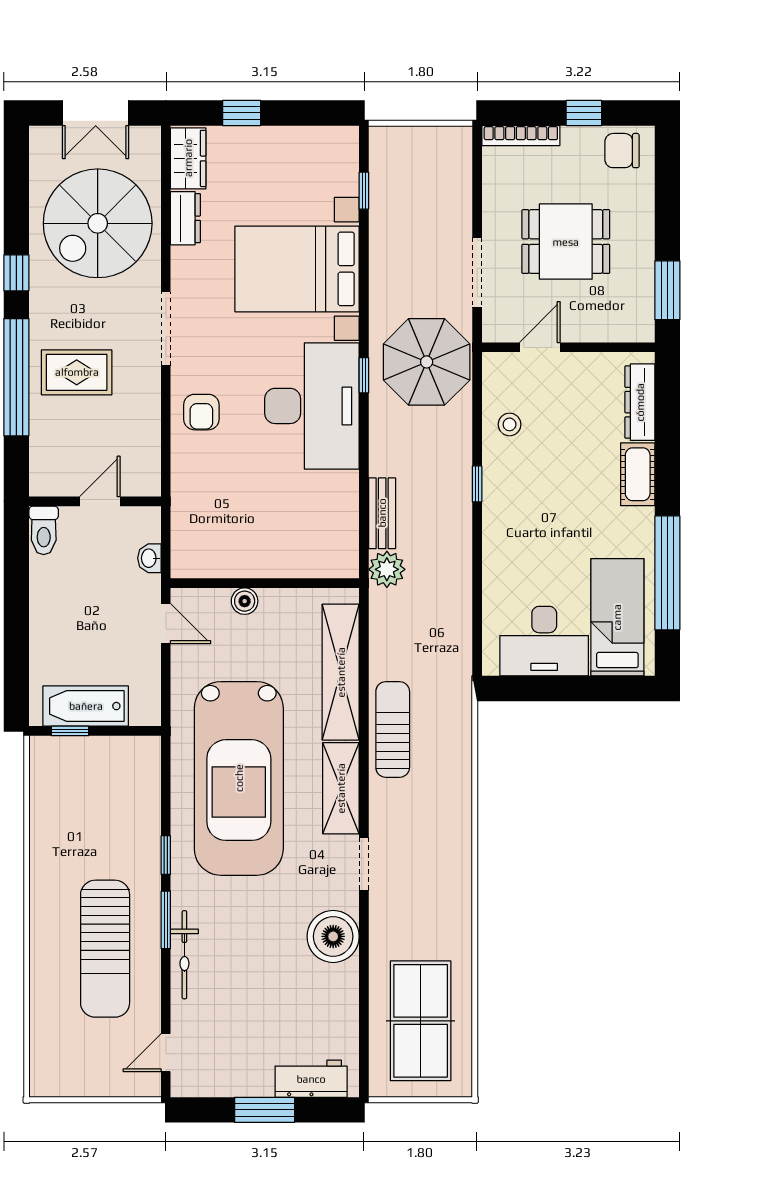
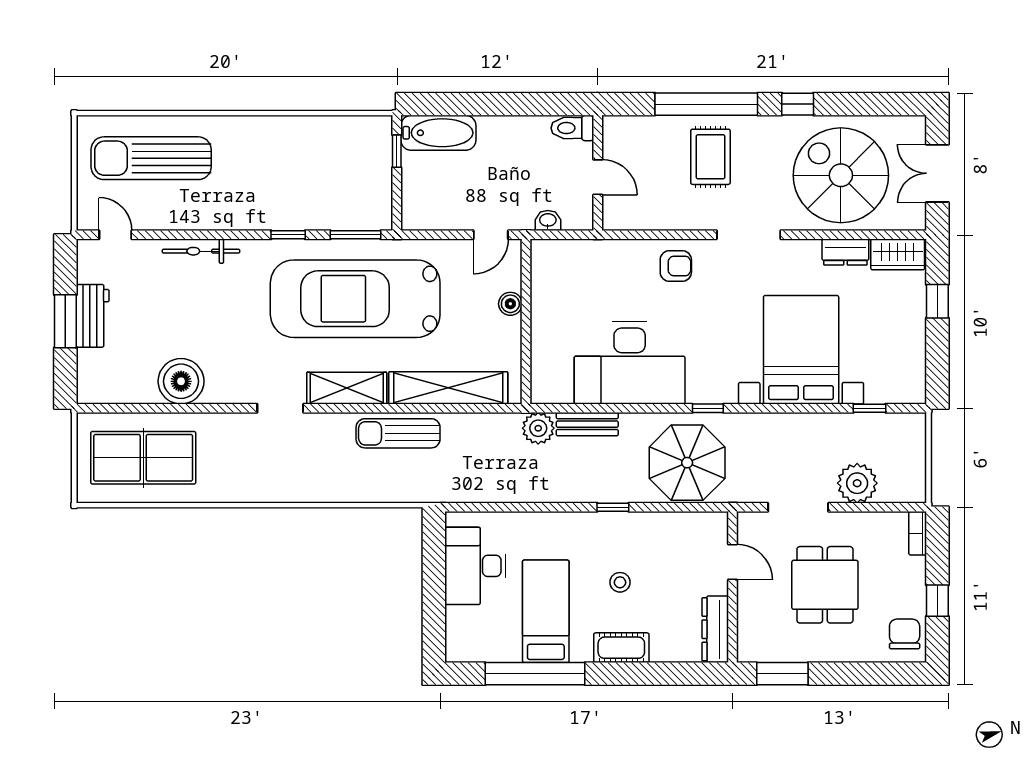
bookcase: (521, 136) -> (918, 533), width x0.64
plant: (450, 205) -> (857, 483), added
parasol: (427, 362) -> (687, 463), moved
dresser: (640, 402) -> (715, 629), moved, turned -90
desk: (312, 406) -> (630, 363), moved
armchair: (201, 412) -> (676, 266), turned 180
stool: (510, 424) -> (620, 582), moved
bed: (617, 617) -> (546, 611), moved, turned -90
bathtub: (86, 706) -> (438, 133), moved, turned 90
sun lounger: (393, 729) -> (398, 433), turned 180
window: (166, 920) -> (355, 235), moved
boiler: (333, 936) -> (181, 381), moved
sun lounger: (105, 949) -> (151, 158), moved
workbench: (311, 1079) -> (93, 316), moved

